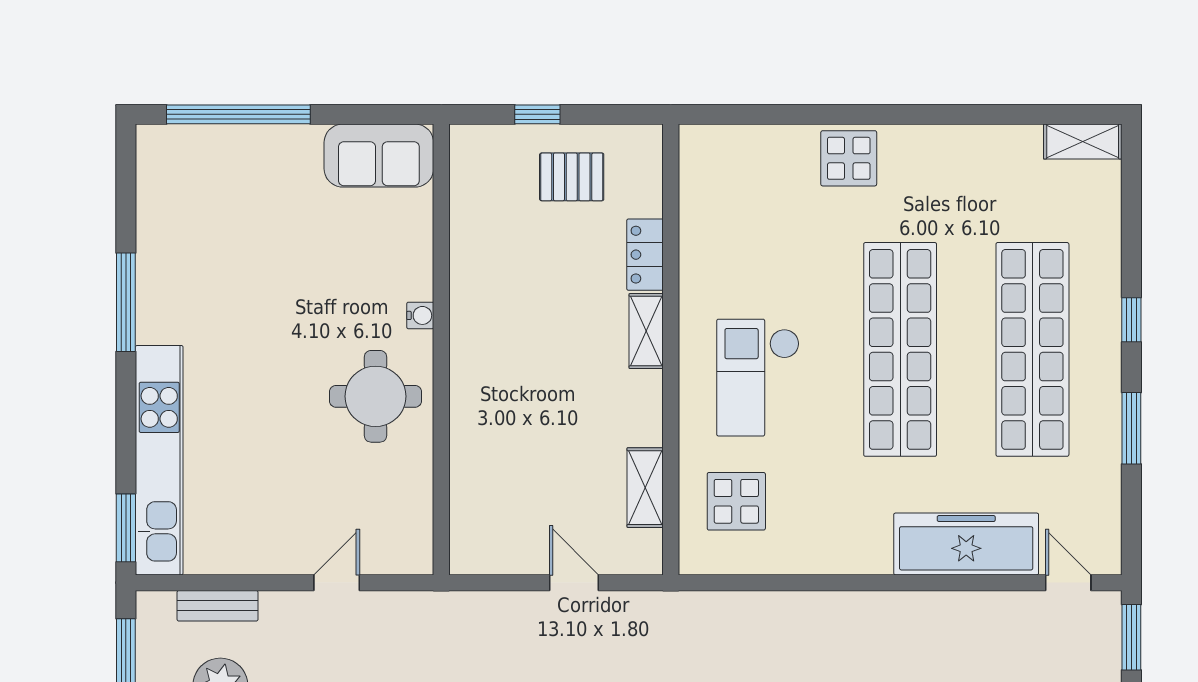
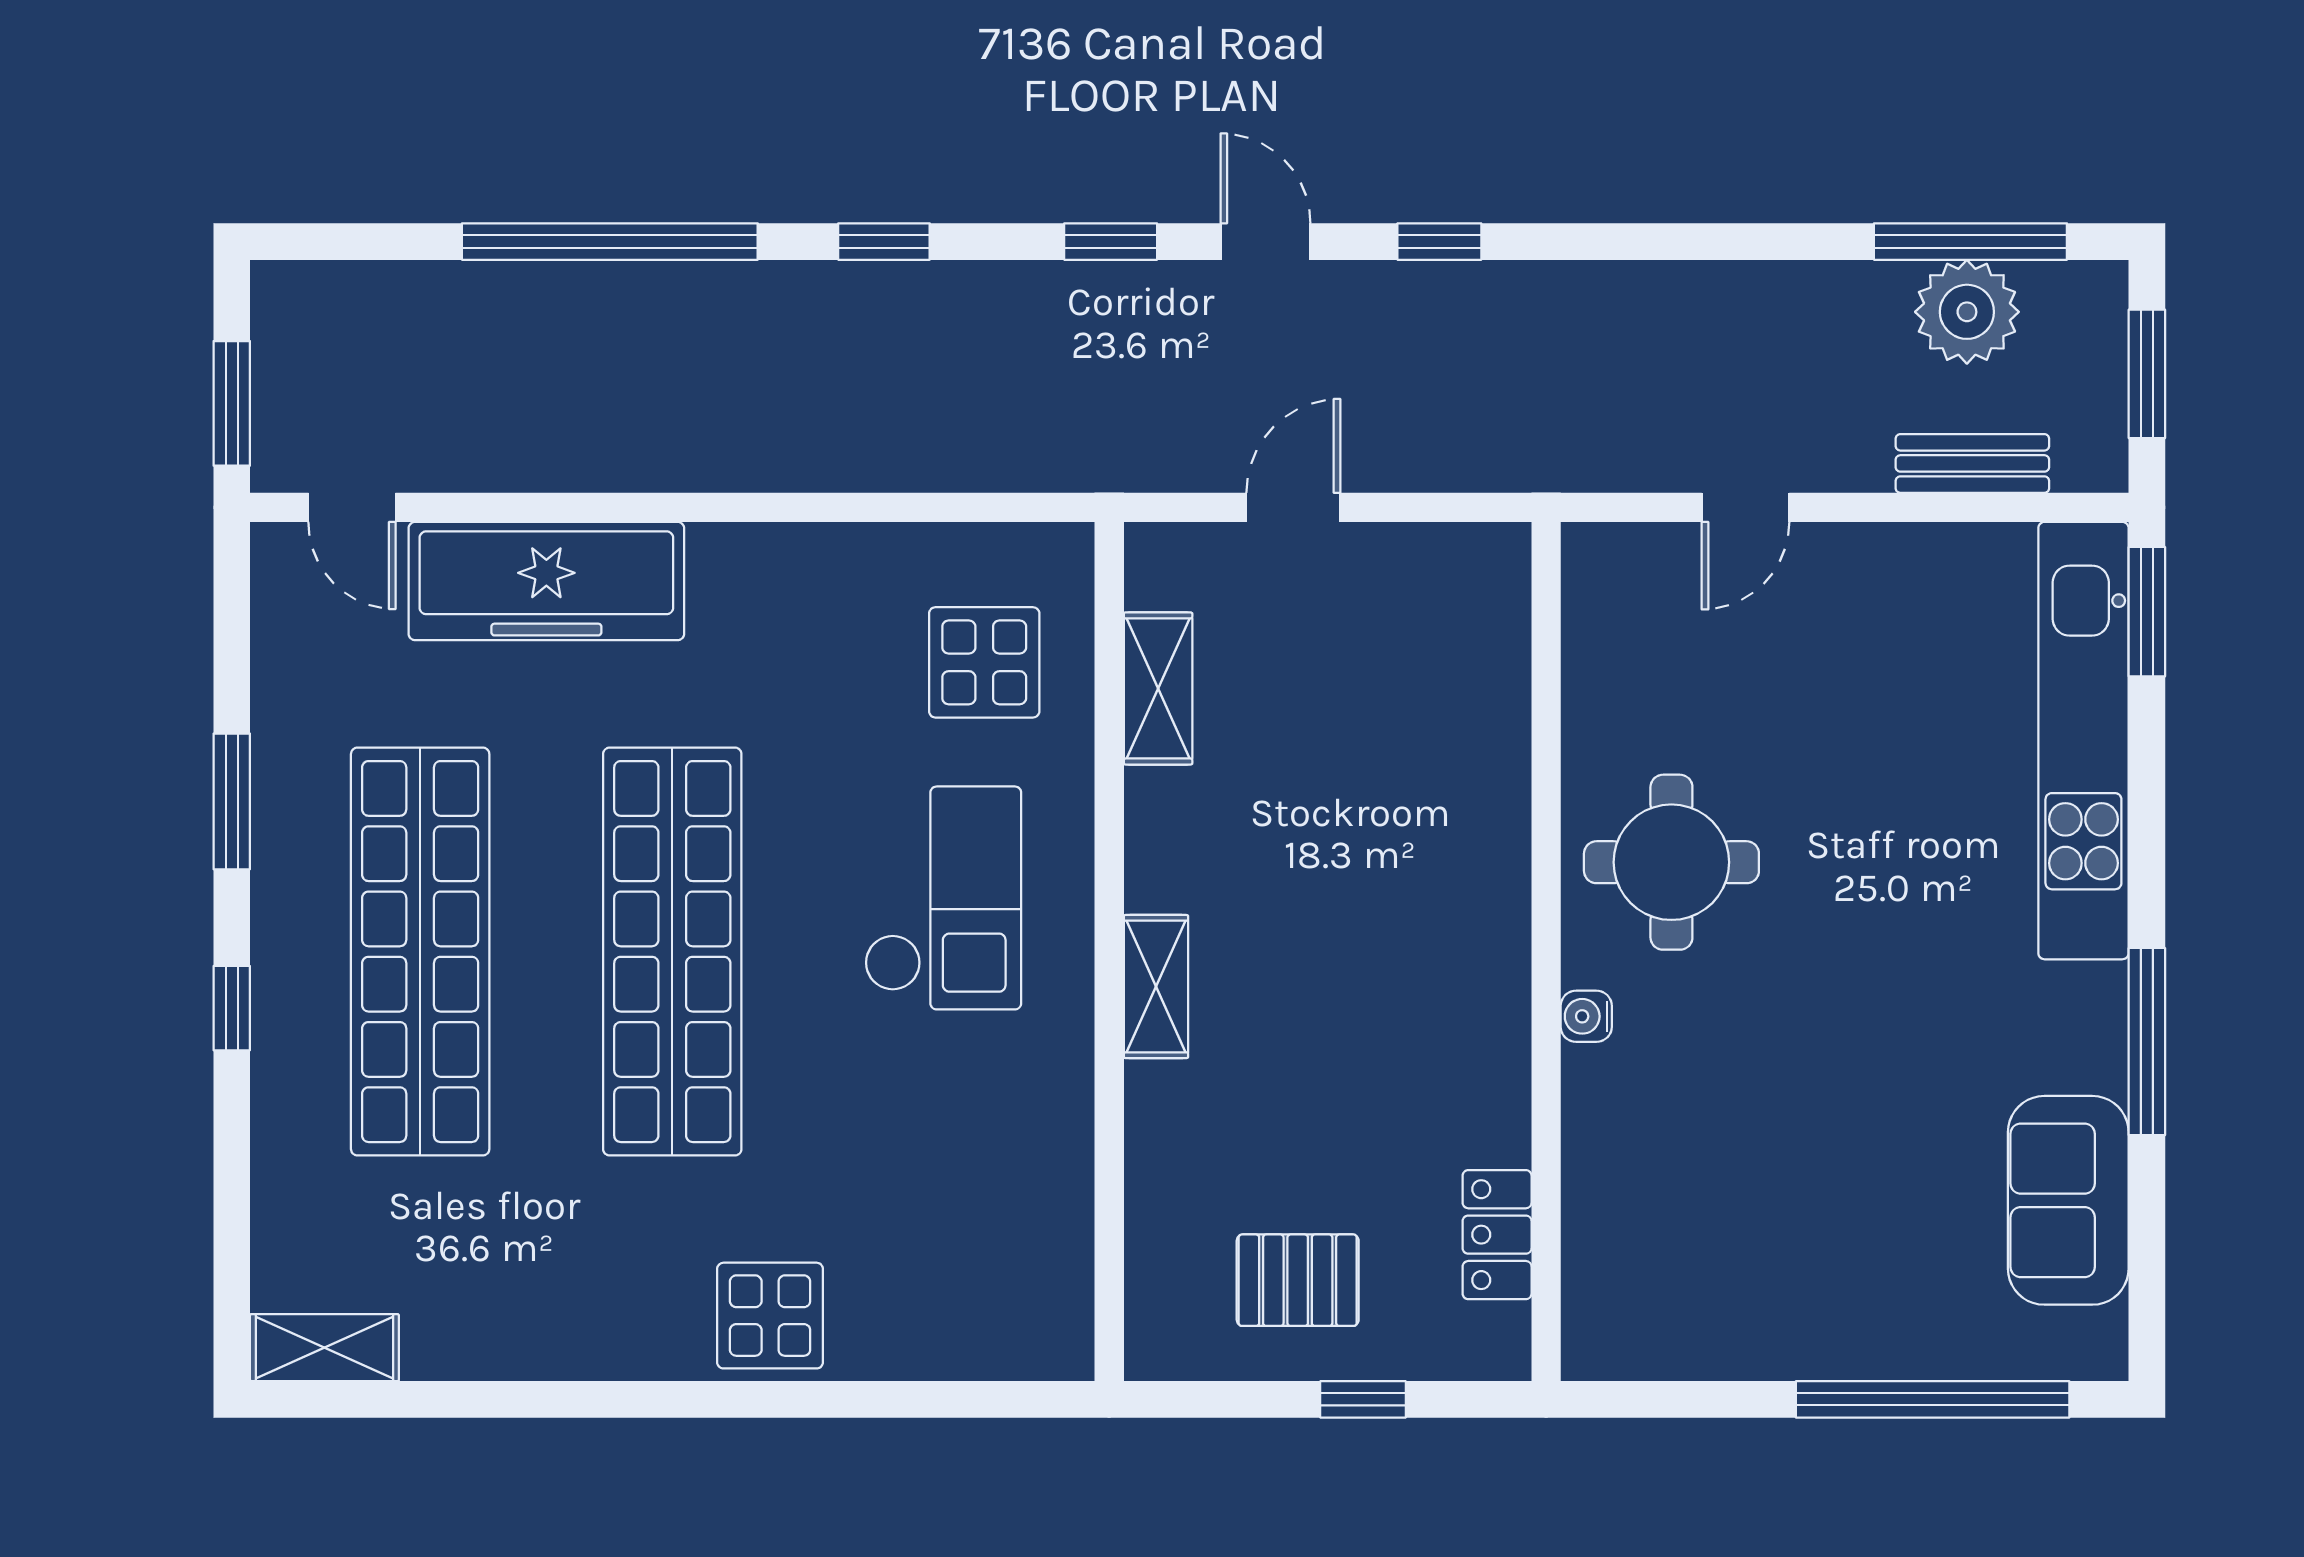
sofa: (379, 156) -> (2068, 1200), moved, turned -90
locker: (645, 255) -> (1497, 1235), moved, turned 180
door: (574, 583) -> (1293, 507), swing flipped

